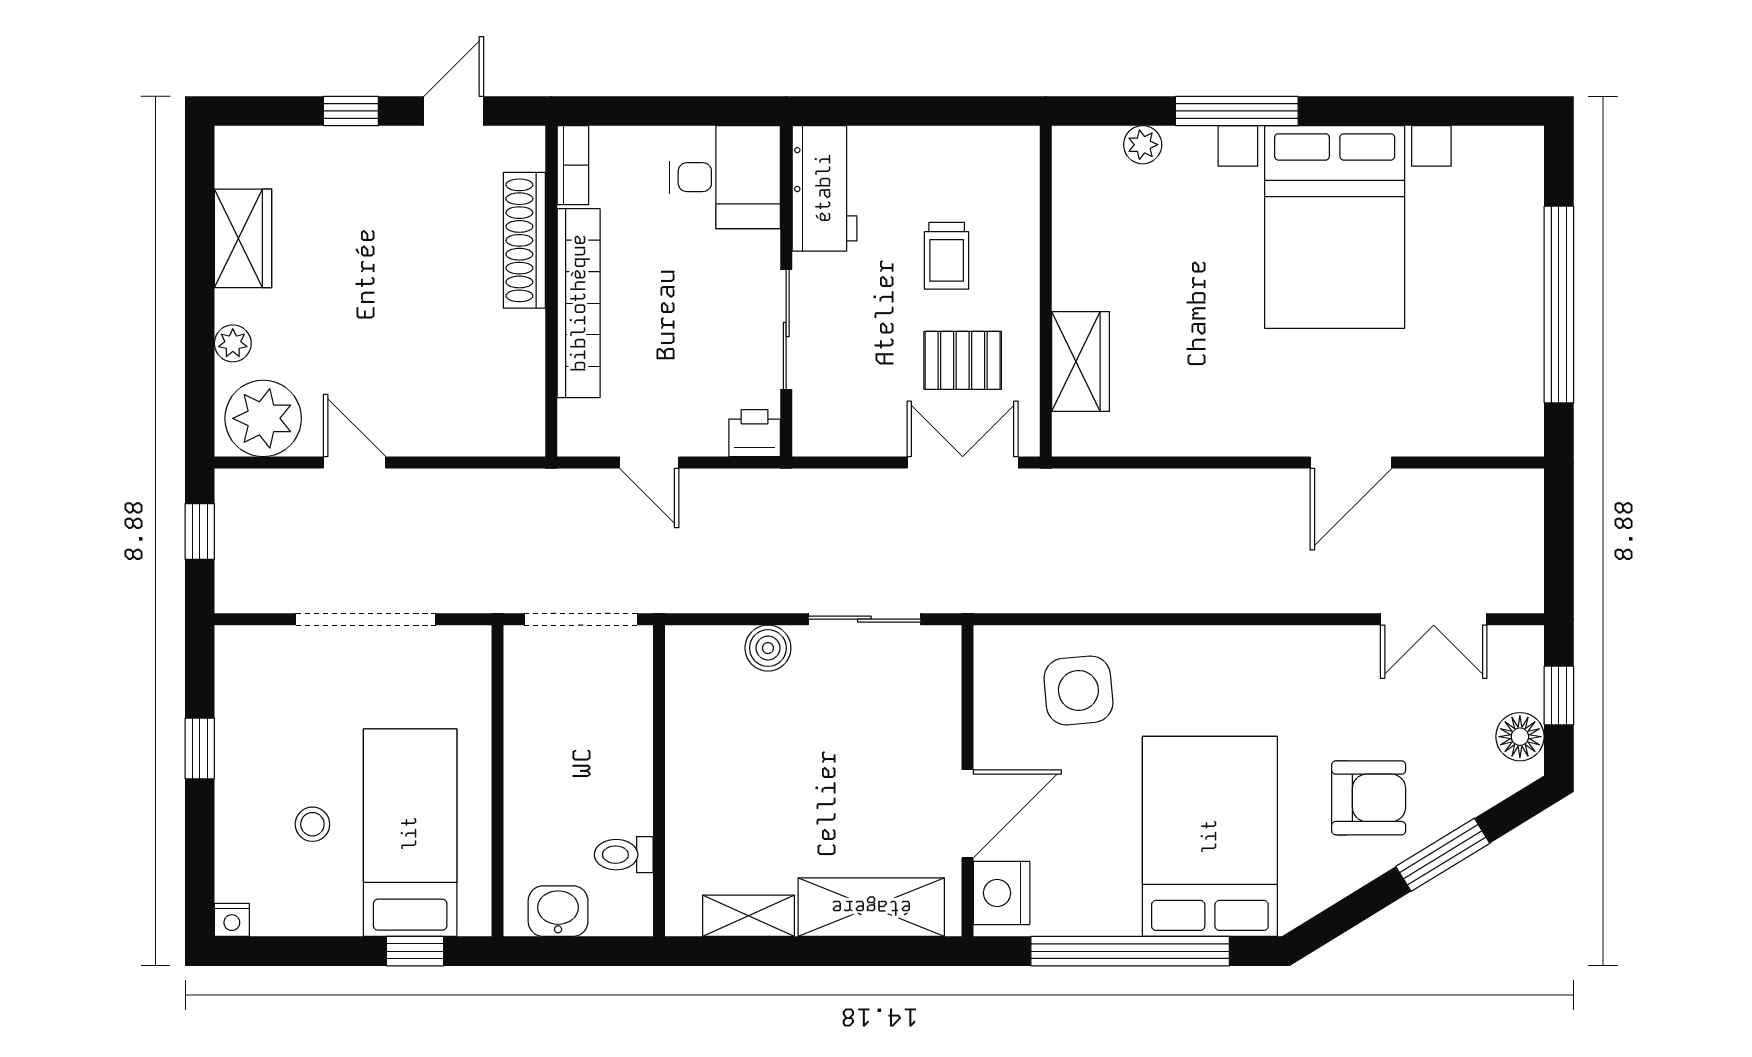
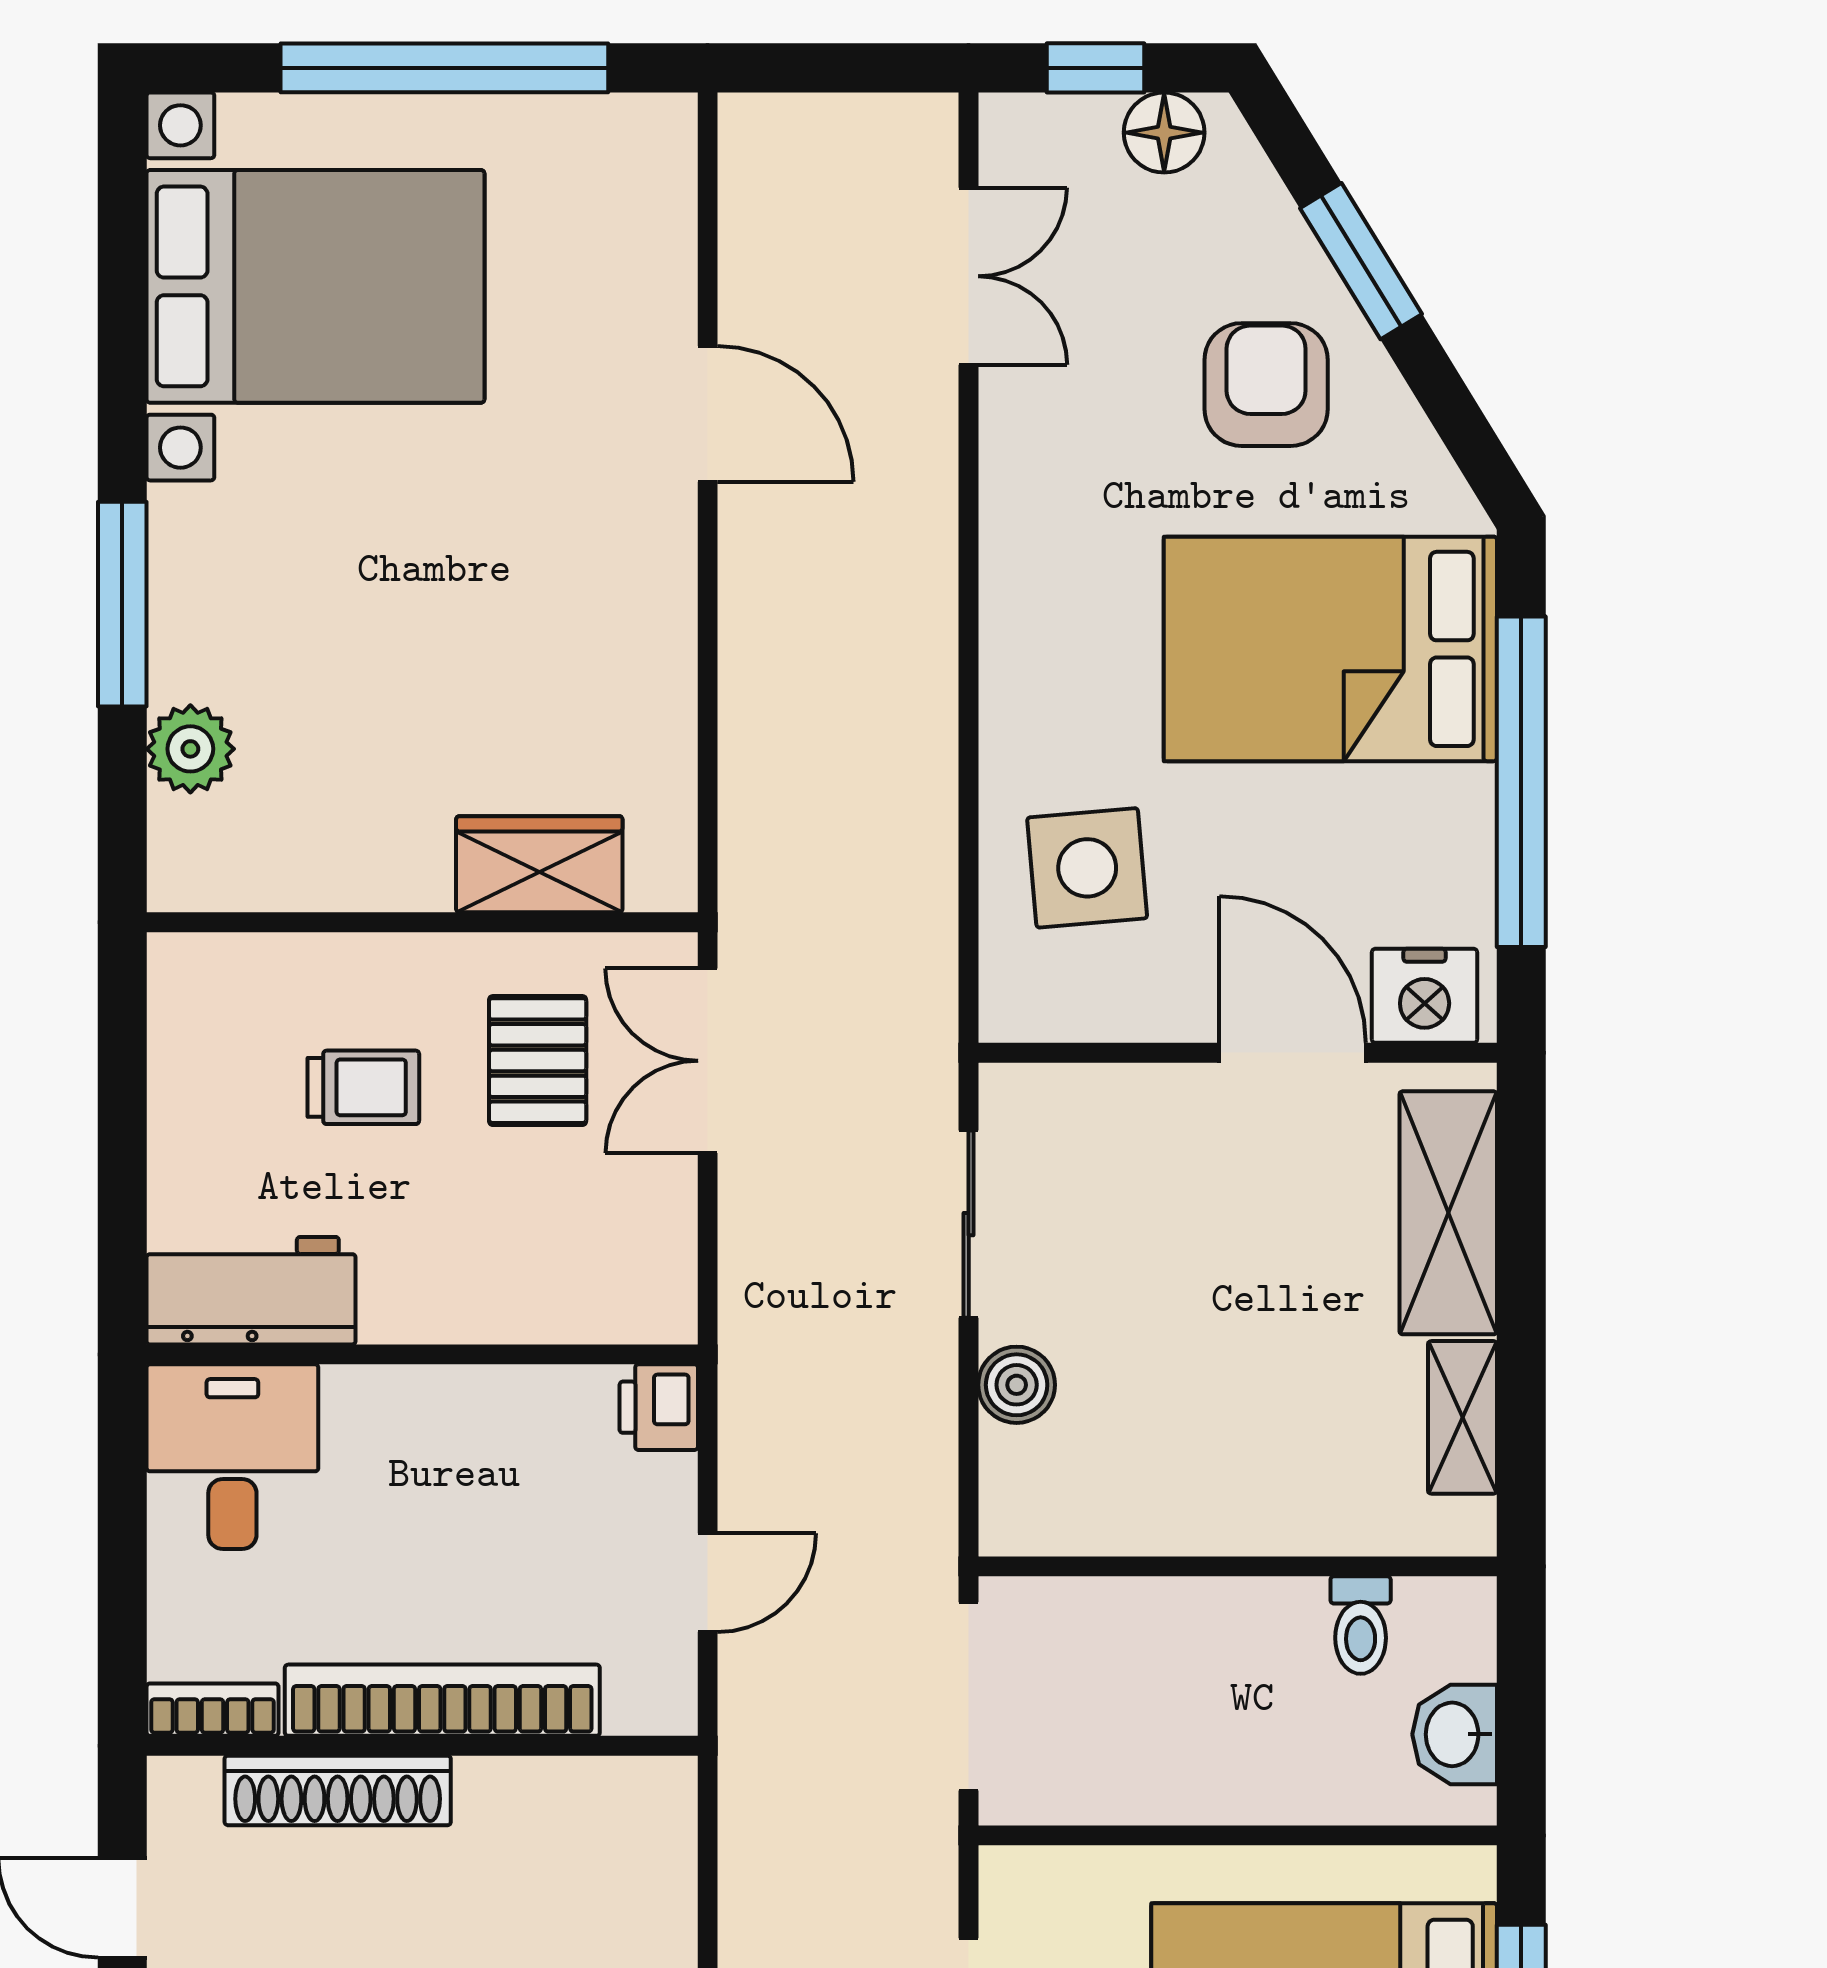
plant: (1143, 145) -> (190, 749), width x1.38, depth x1.38
bed with nightstands: (1335, 227) -> (315, 286), moved
sliding door: (786, 330) -> (486, 1354), removed

